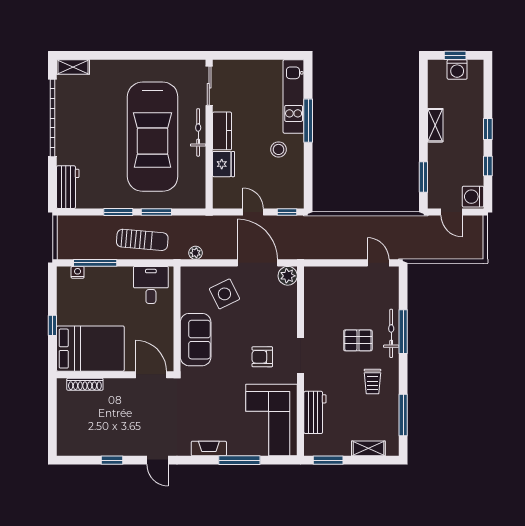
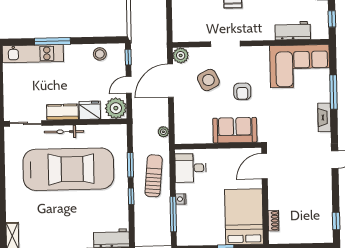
stool: (279, 149) -> (100, 54), moved
plant: (225, 196) -> (116, 108), added
window: (118, 212) -> (131, 196), width x0.67
nightstand: (78, 272) -> (181, 199), moved
side table: (224, 294) -> (208, 80), moved
doorway: (301, 355) -> (225, 44), moved
armchair: (262, 357) -> (242, 91), moved
shoe rack: (85, 384) -> (273, 221), width x0.70
window: (112, 460) -> (336, 221), moved
window: (328, 460) -> (332, 19), width x0.67

